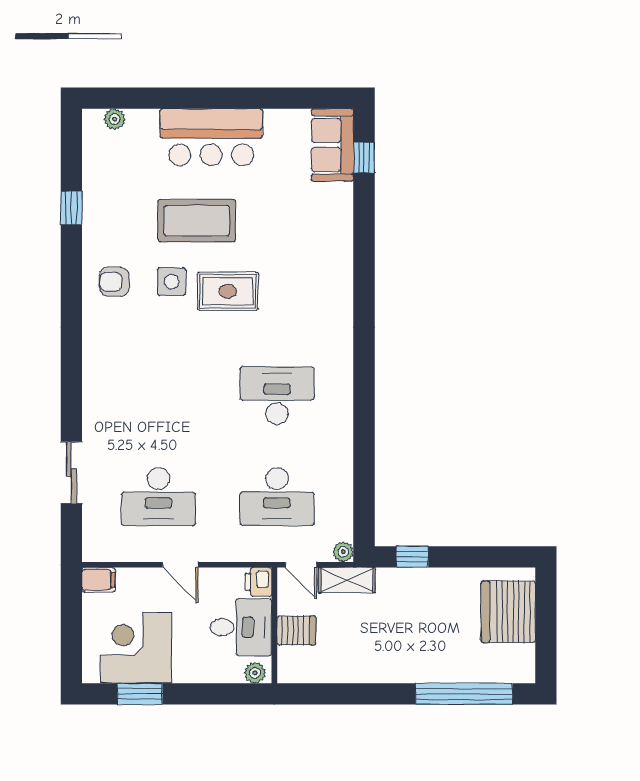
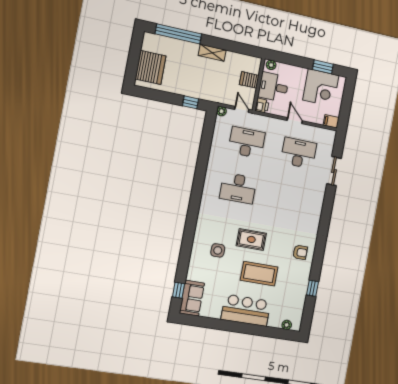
side table: (172, 282) -> (218, 250), moved
shelving: (347, 580) -> (212, 53), moved

